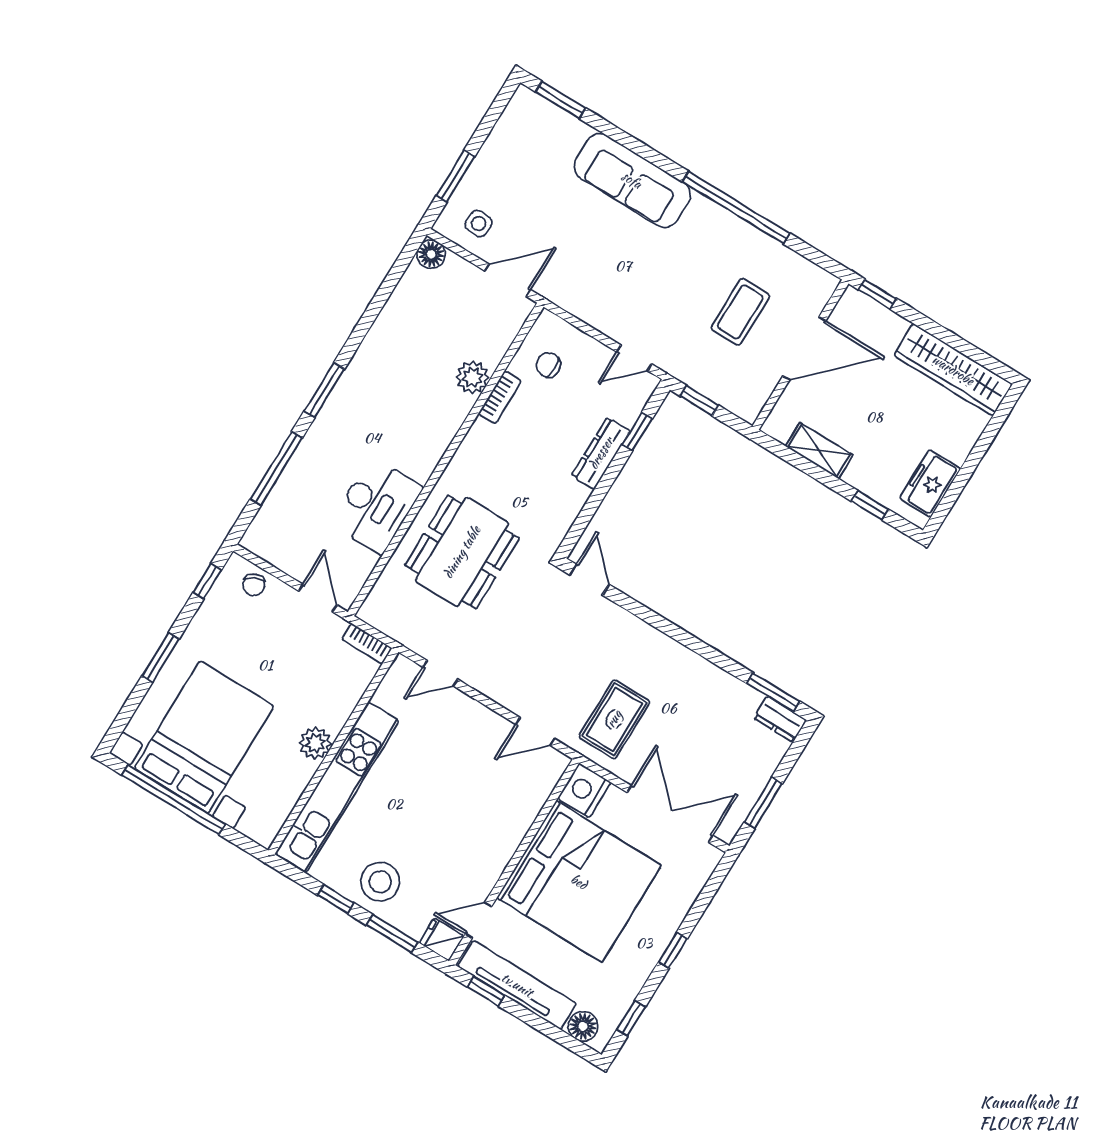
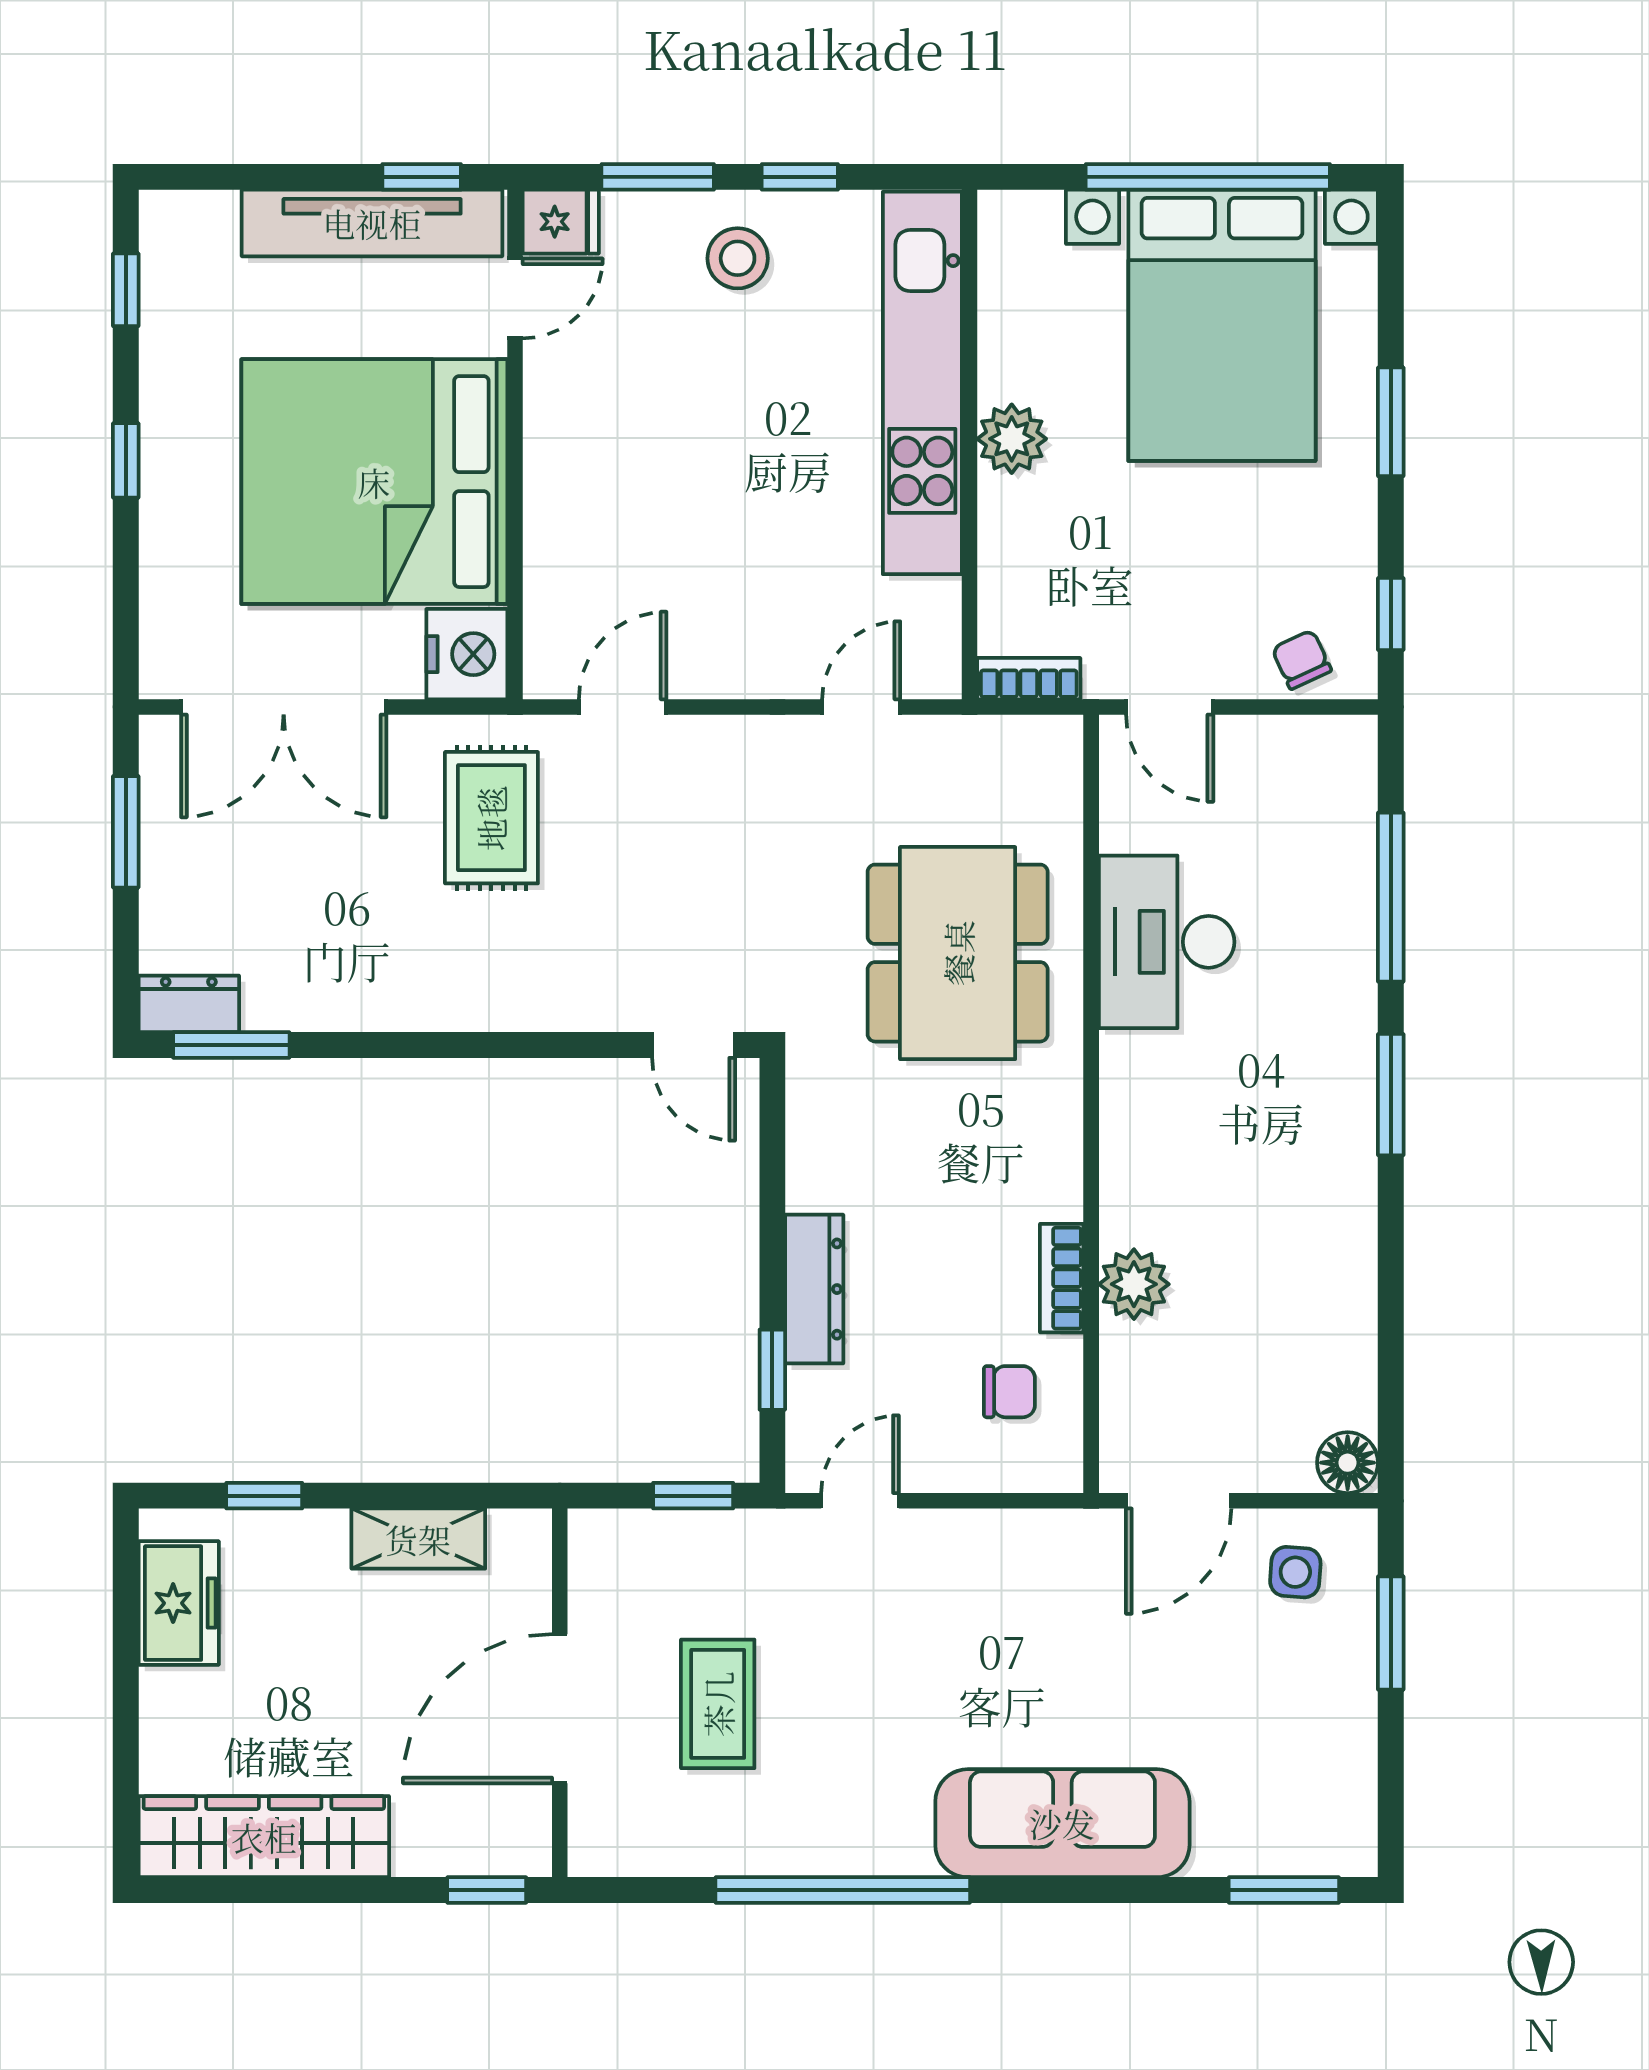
stool: (380, 882) -> (738, 258), width x0.73, depth x0.73
floor lamp: (583, 1026) -> (205, 221), removed

